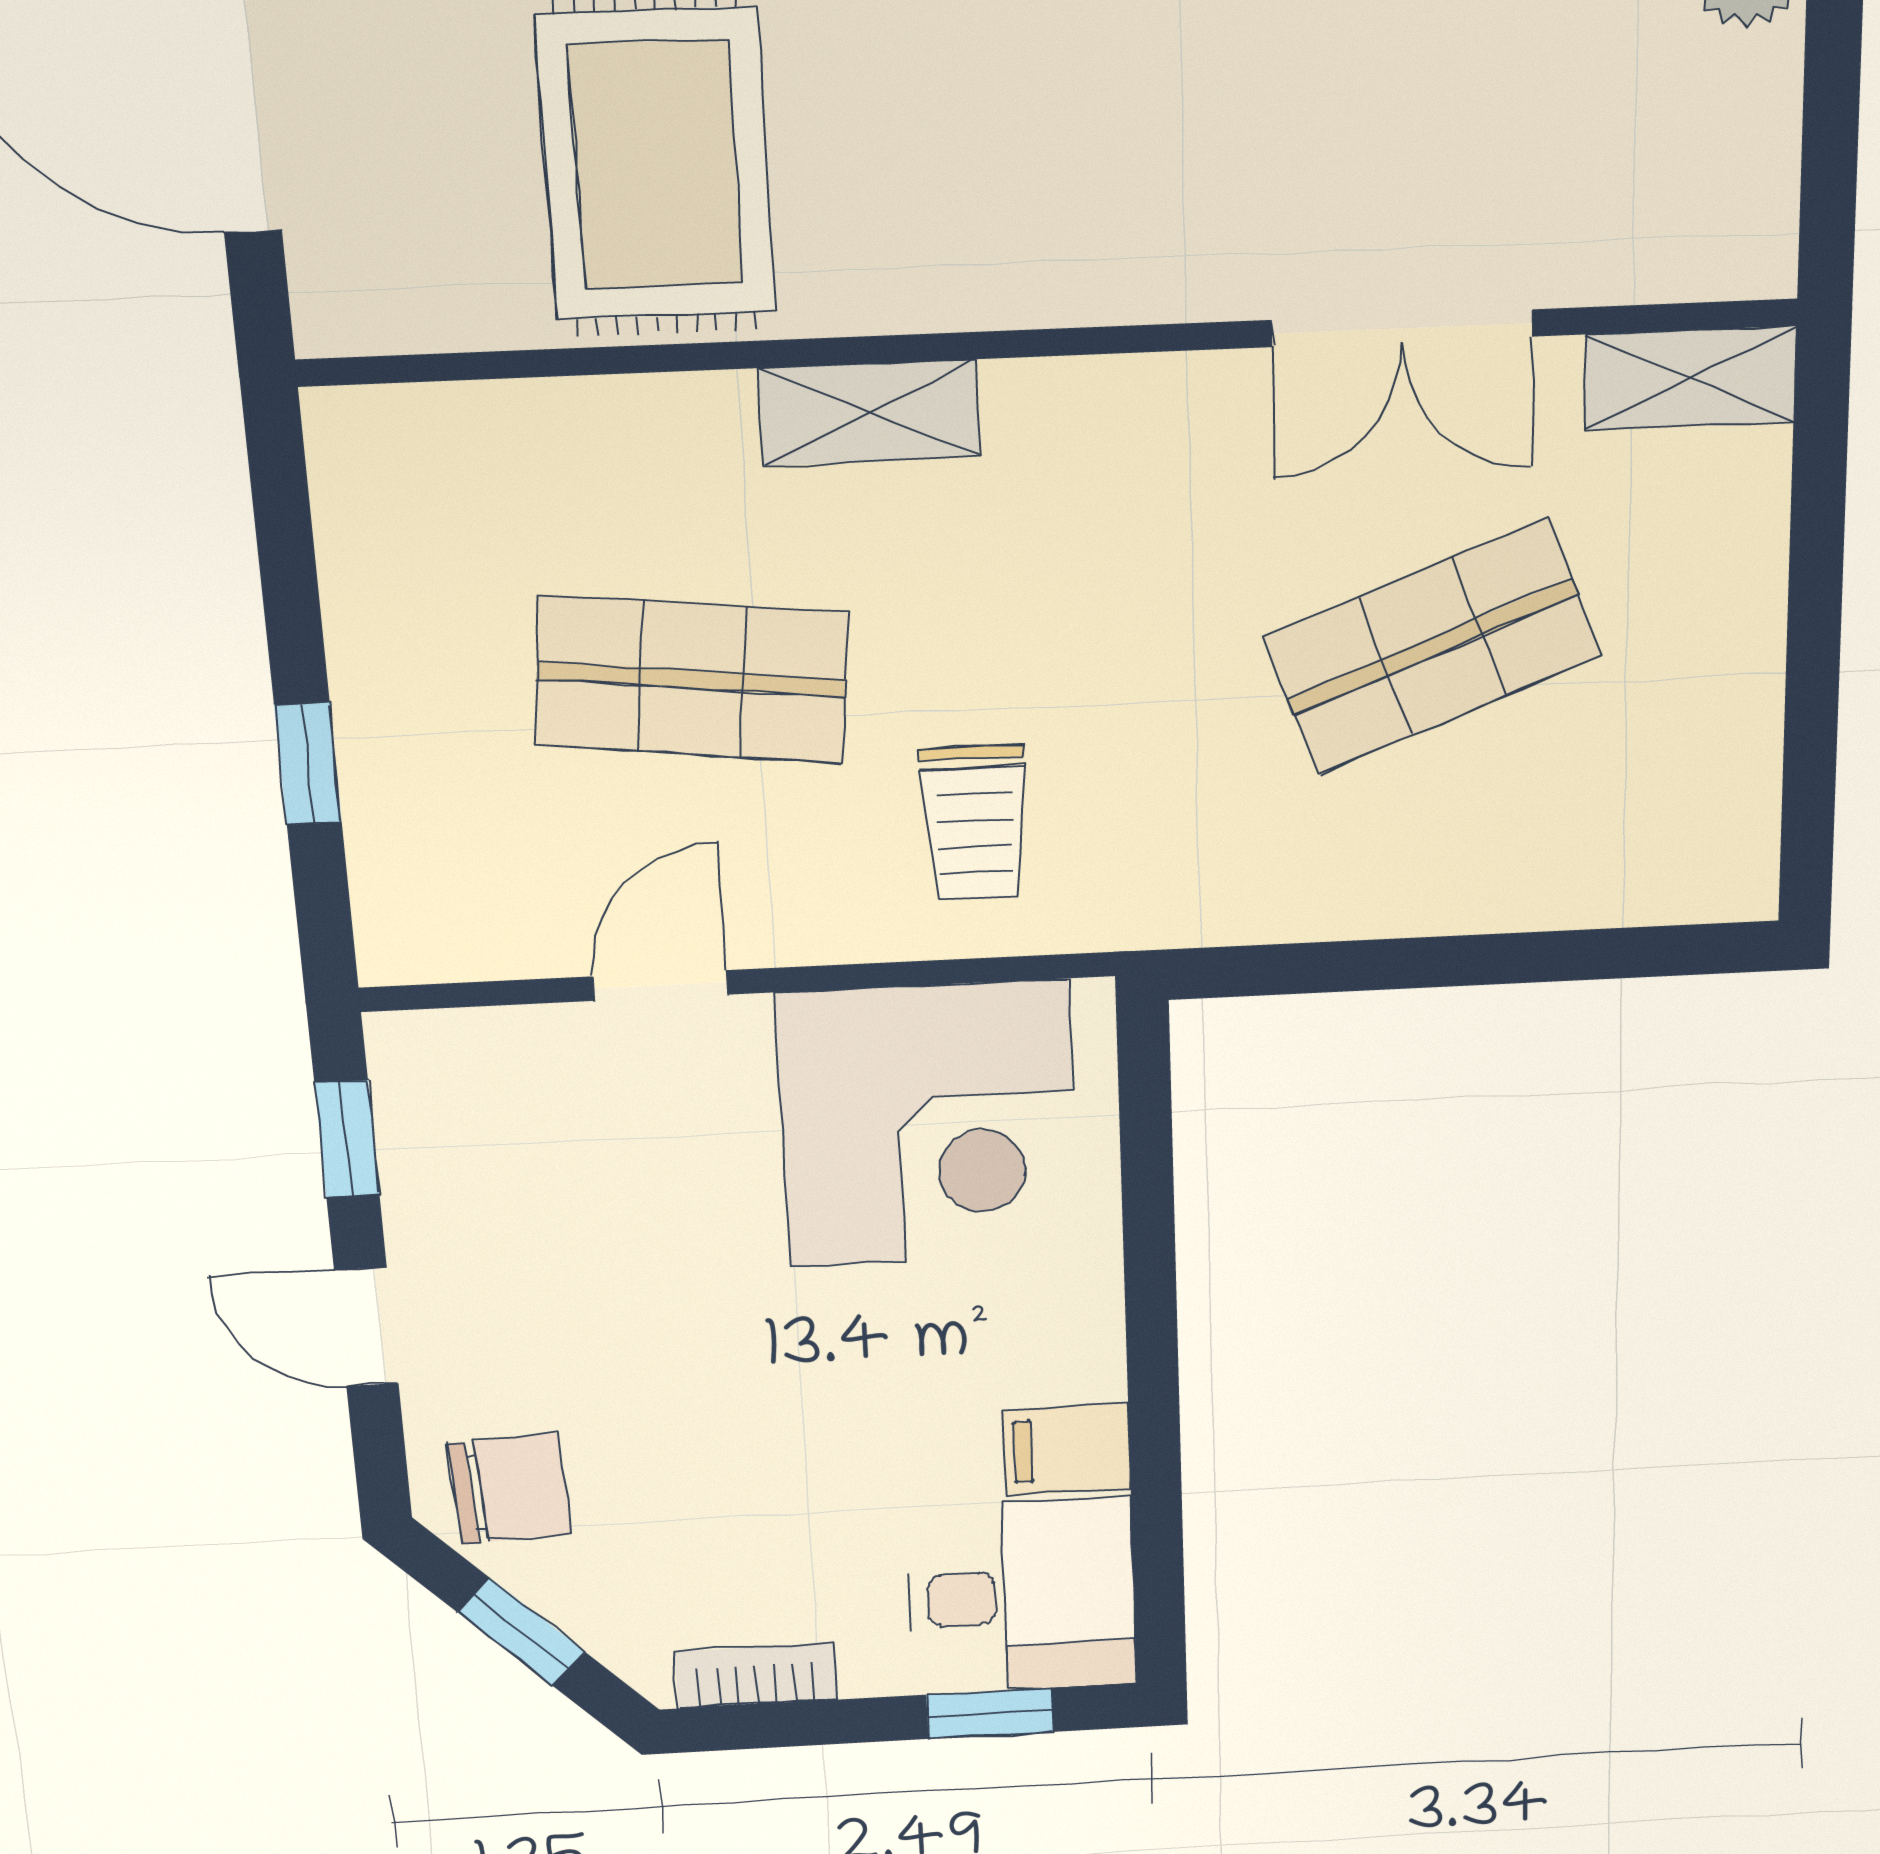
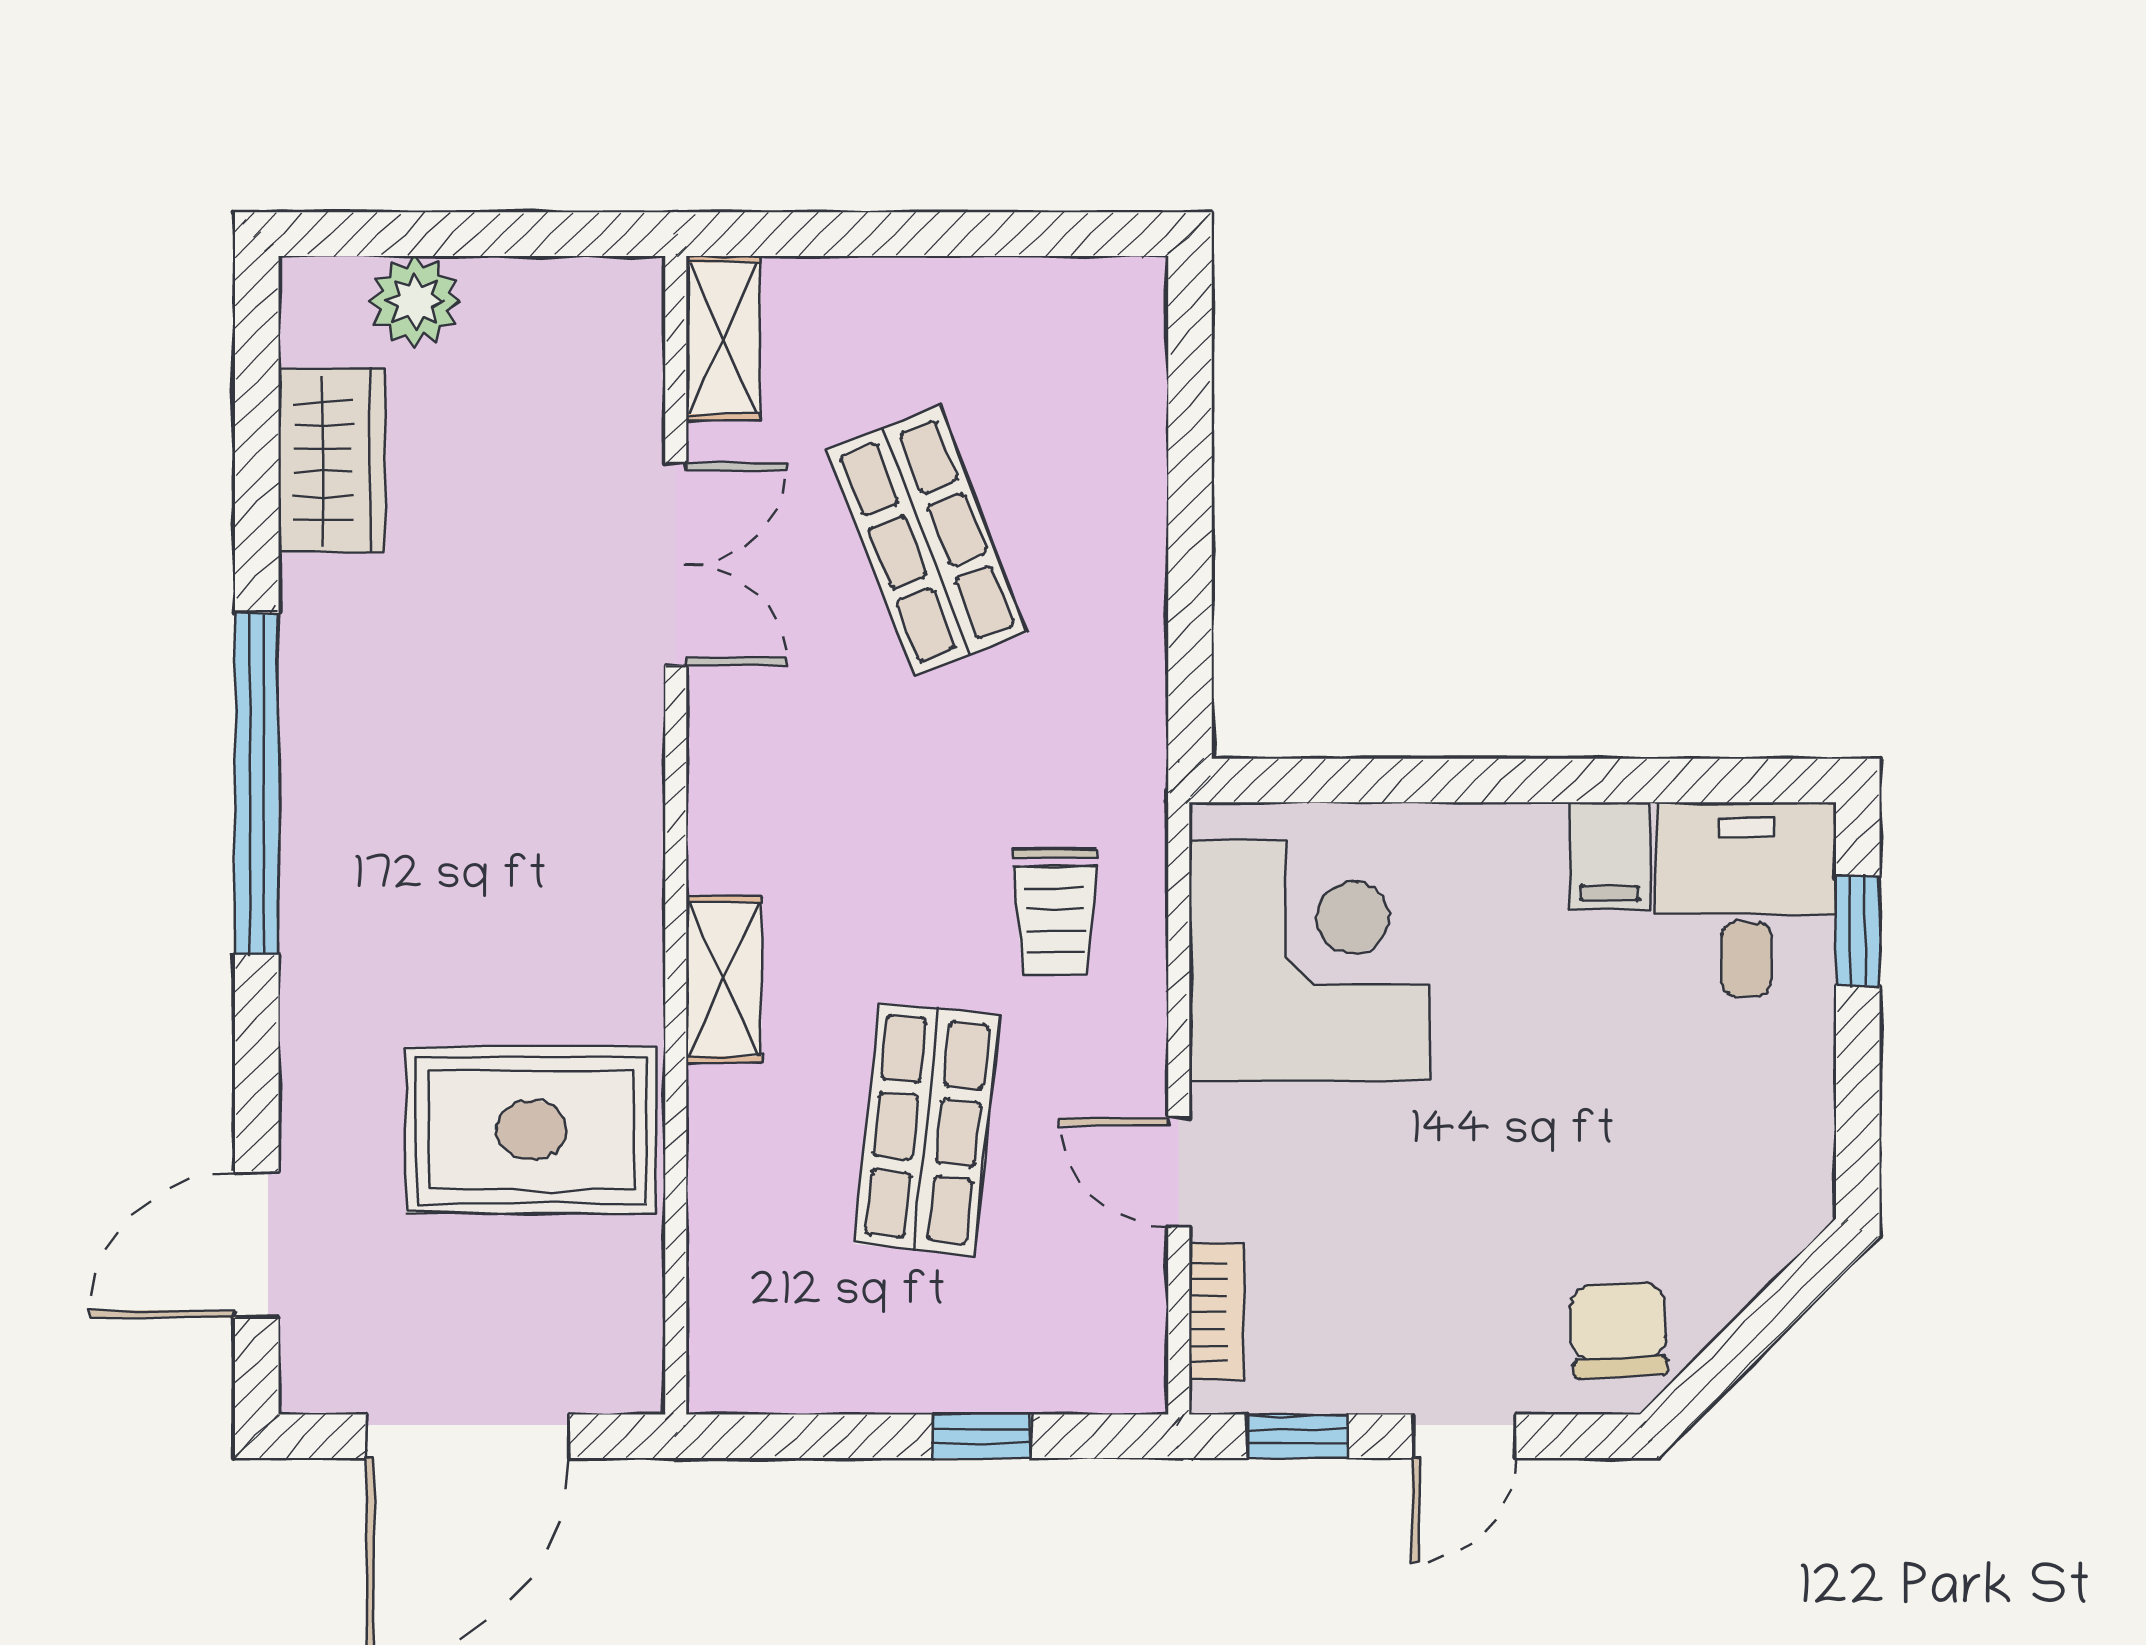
trolley: (975, 823) -> (1055, 911), turned 90
window: (521, 1632) -> (1754, 1331), removed
bookcase: (756, 1676) -> (1217, 1311), moved, turned 180

